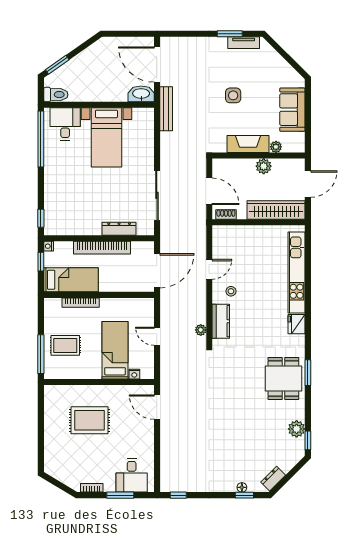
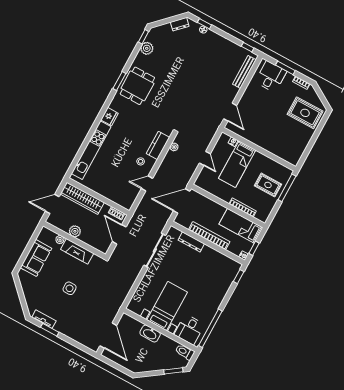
washbasin: (141, 94) -> (150, 333), moved
bench: (166, 109) -> (244, 72), moved
rug: (90, 420) -> (305, 113), moved

